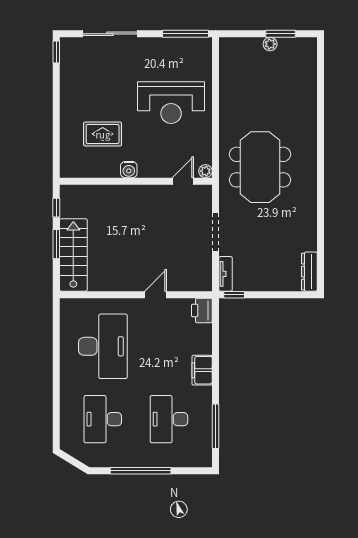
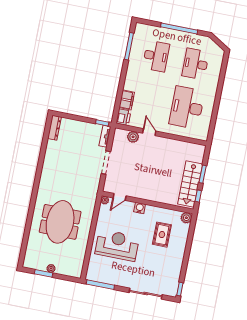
rug: (103, 134) -> (162, 235), turned 90
meeting table: (260, 167) -> (60, 222), moved
plant: (69, 169) -> (186, 218), added
water cooler: (129, 170) -> (140, 208), moved
stairs: (73, 255) -> (190, 184), moved
plant: (180, 282) -> (133, 137), added
door: (155, 295) -> (149, 132), swing flipped
filing cabinet: (202, 370) -> (127, 100), moved
desk: (103, 419) -> (196, 64), turned 180

